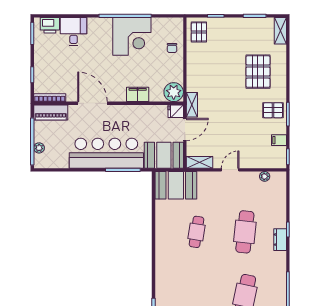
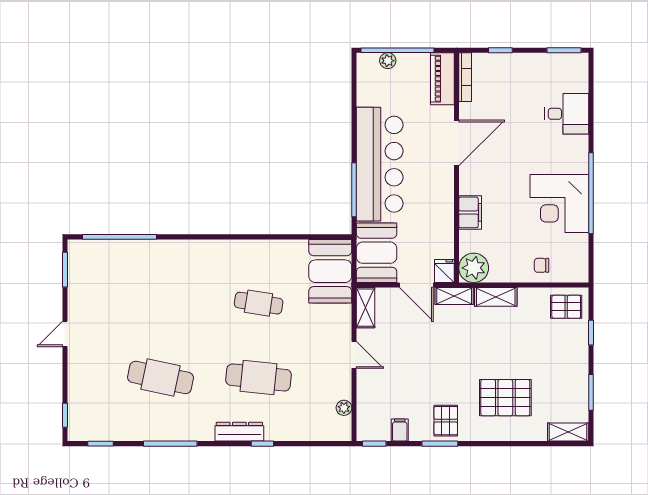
printer: (50, 25) -> (576, 77), removed
shelving: (193, 78) -> (496, 297), added
dresser: (280, 240) -> (239, 432), width x1.44

